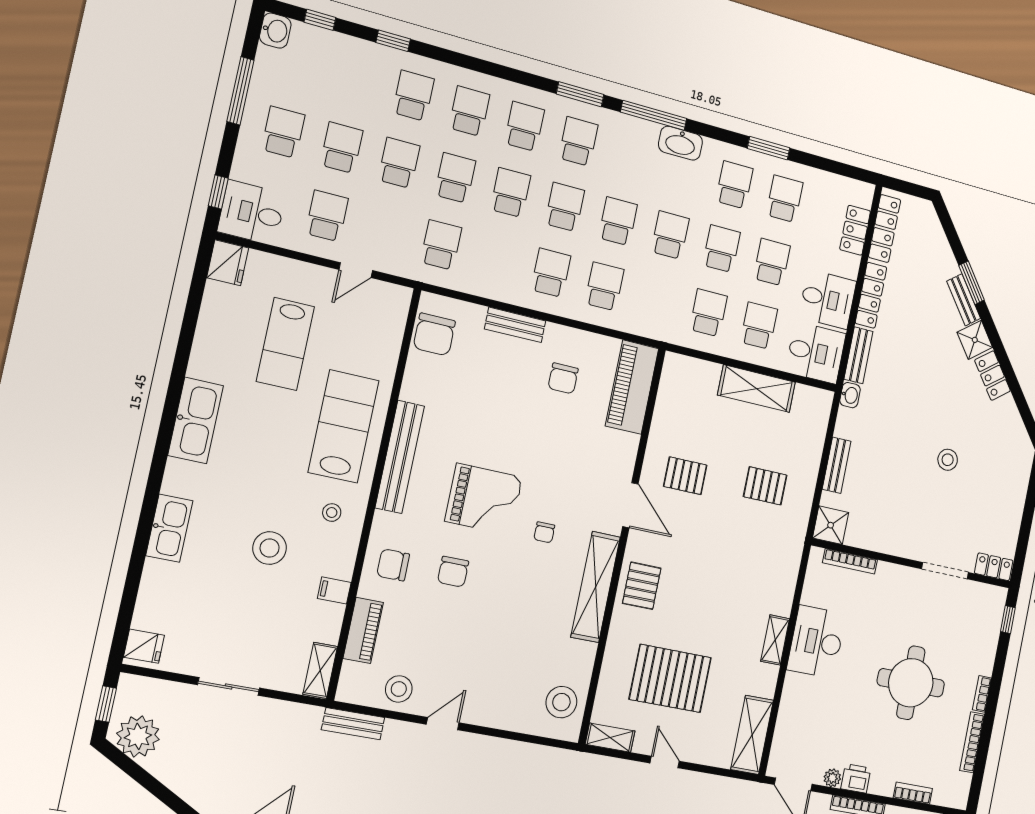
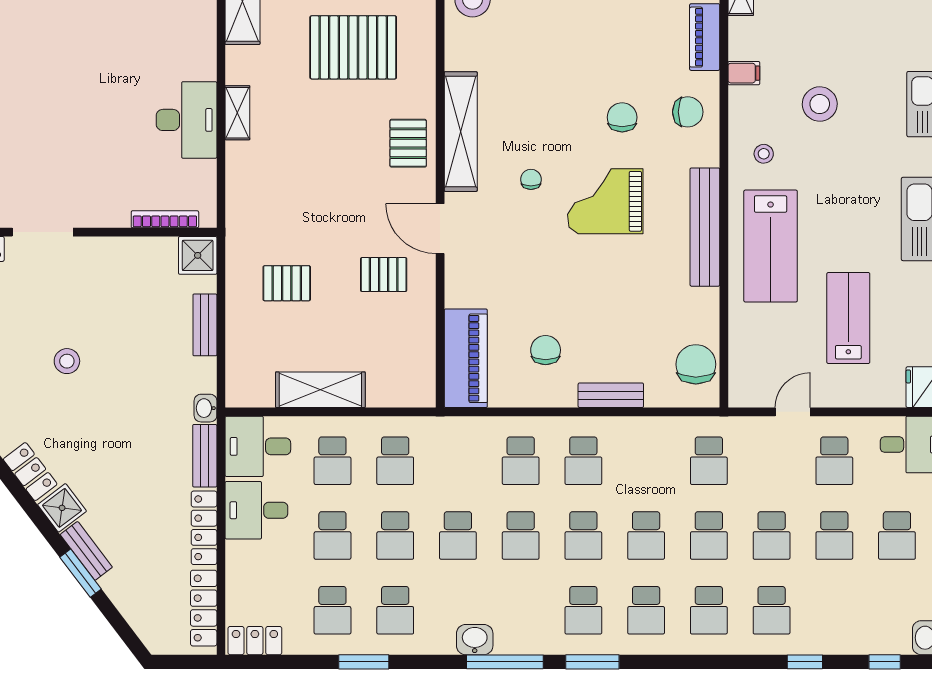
washbasin: (680, 143) -> (475, 640), width x0.72
locker: (855, 230) -> (255, 641), moved, turned -90
round table: (911, 683) -> (58, 94), removed

